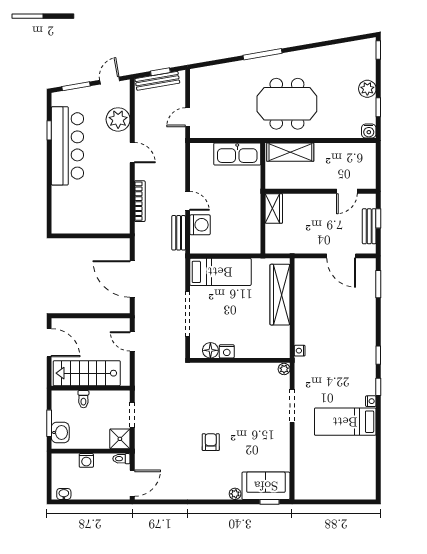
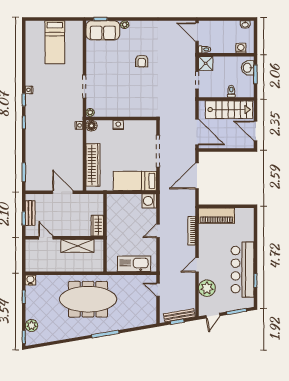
plant: (367, 89) -> (31, 326), moved
meeting table: (287, 104) -> (88, 299), width x1.36
door: (188, 117) -> (158, 290), swing flipped
shelving: (290, 152) -> (77, 246), moved
door: (132, 153) -> (197, 265), hinge flipped
kitchen sink: (237, 154) -> (134, 264), moved
door: (347, 191) -> (46, 238), hinge flipped
door: (188, 201) -> (158, 231), hinge flipped
piano: (104, 222) -> (216, 216), added
washing machine: (200, 225) -> (149, 201), moved
bench: (179, 233) -> (164, 208), removed
door: (341, 256) -> (63, 192), moved
door: (132, 279) -> (197, 176), swing flipped
door: (132, 341) -> (197, 132), width x1.88
floor lamp: (210, 350) -> (91, 126), moved
nightstand: (227, 351) -> (118, 125), moved
bed: (345, 422) -> (55, 42), moved, turned 90
washing machine: (86, 460) -> (241, 48), moved
door: (132, 483) -> (197, 32), hinge flipped

